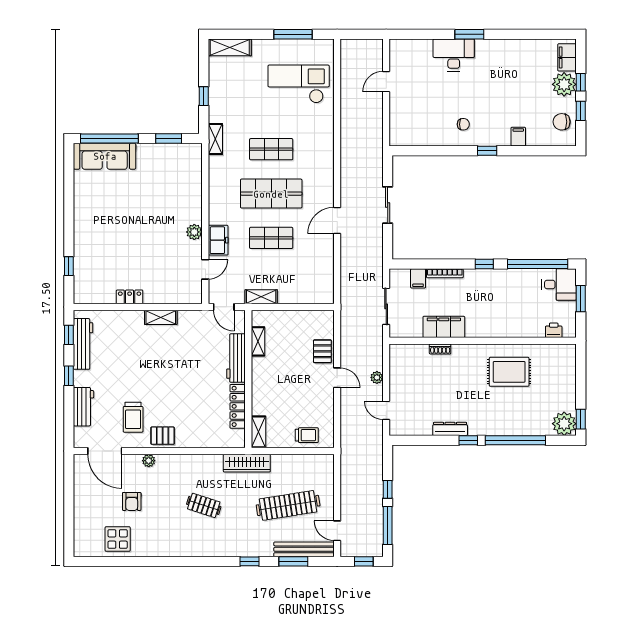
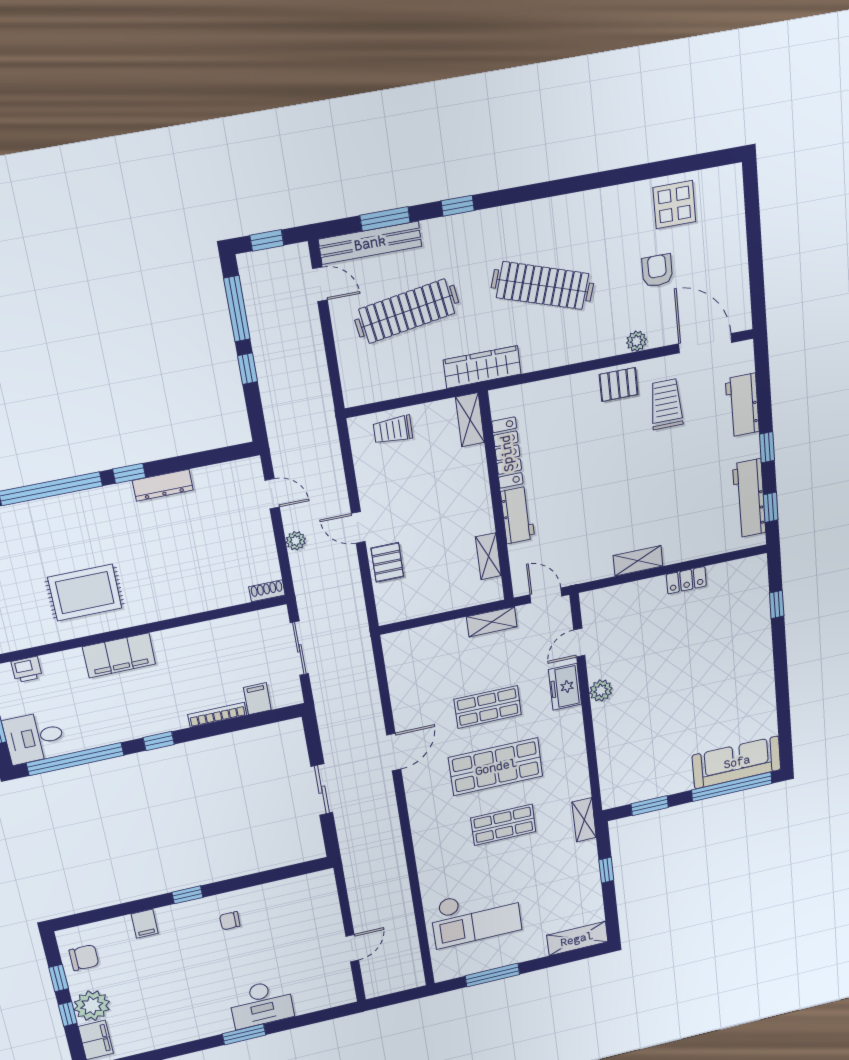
filing cabinet: (444, 327) -> (119, 655), moved
shoe rack: (440, 349) -> (267, 591), moved
workbench: (236, 358) -> (518, 515), width x0.73
clothes rail: (204, 505) -> (543, 286), width x1.86, depth x1.31

